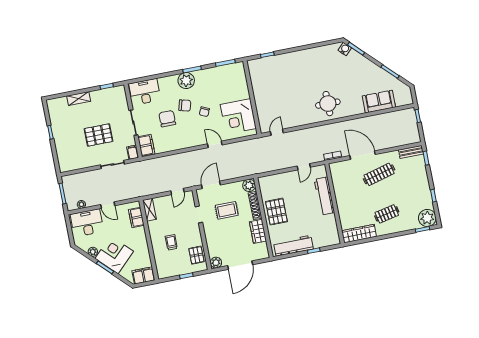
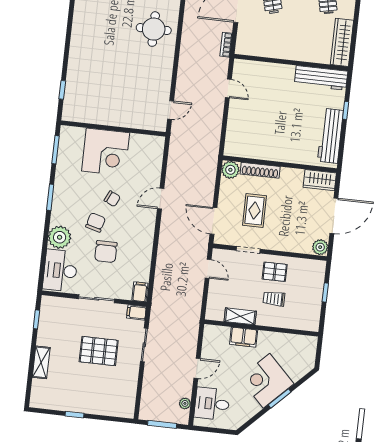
plant: (186, 81) -> (60, 237), moved
corner desk: (238, 116) -> (106, 152), moved
chair: (167, 119) -> (106, 252), turned -90
door: (277, 132) -> (171, 110), swing flipped
pallet: (98, 135) -> (99, 351), turned 90
filing cabinet: (146, 145) -> (140, 292), width x0.50
workbench: (324, 196) -> (321, 78), moved
shelving: (149, 210) -> (240, 316), moved
pallet: (276, 212) -> (277, 144), removed
filing cabinet: (136, 217) -> (244, 337), moved
desk: (87, 223) -> (212, 404), width x0.73
wardrobe: (258, 231) -> (320, 180), moved
plant: (93, 252) -> (253, 408), removed
pallet: (196, 255) -> (275, 272), moved
door: (240, 265) -> (334, 216), hinge flipped
filing cabinet: (143, 275) -> (307, 350), removed

